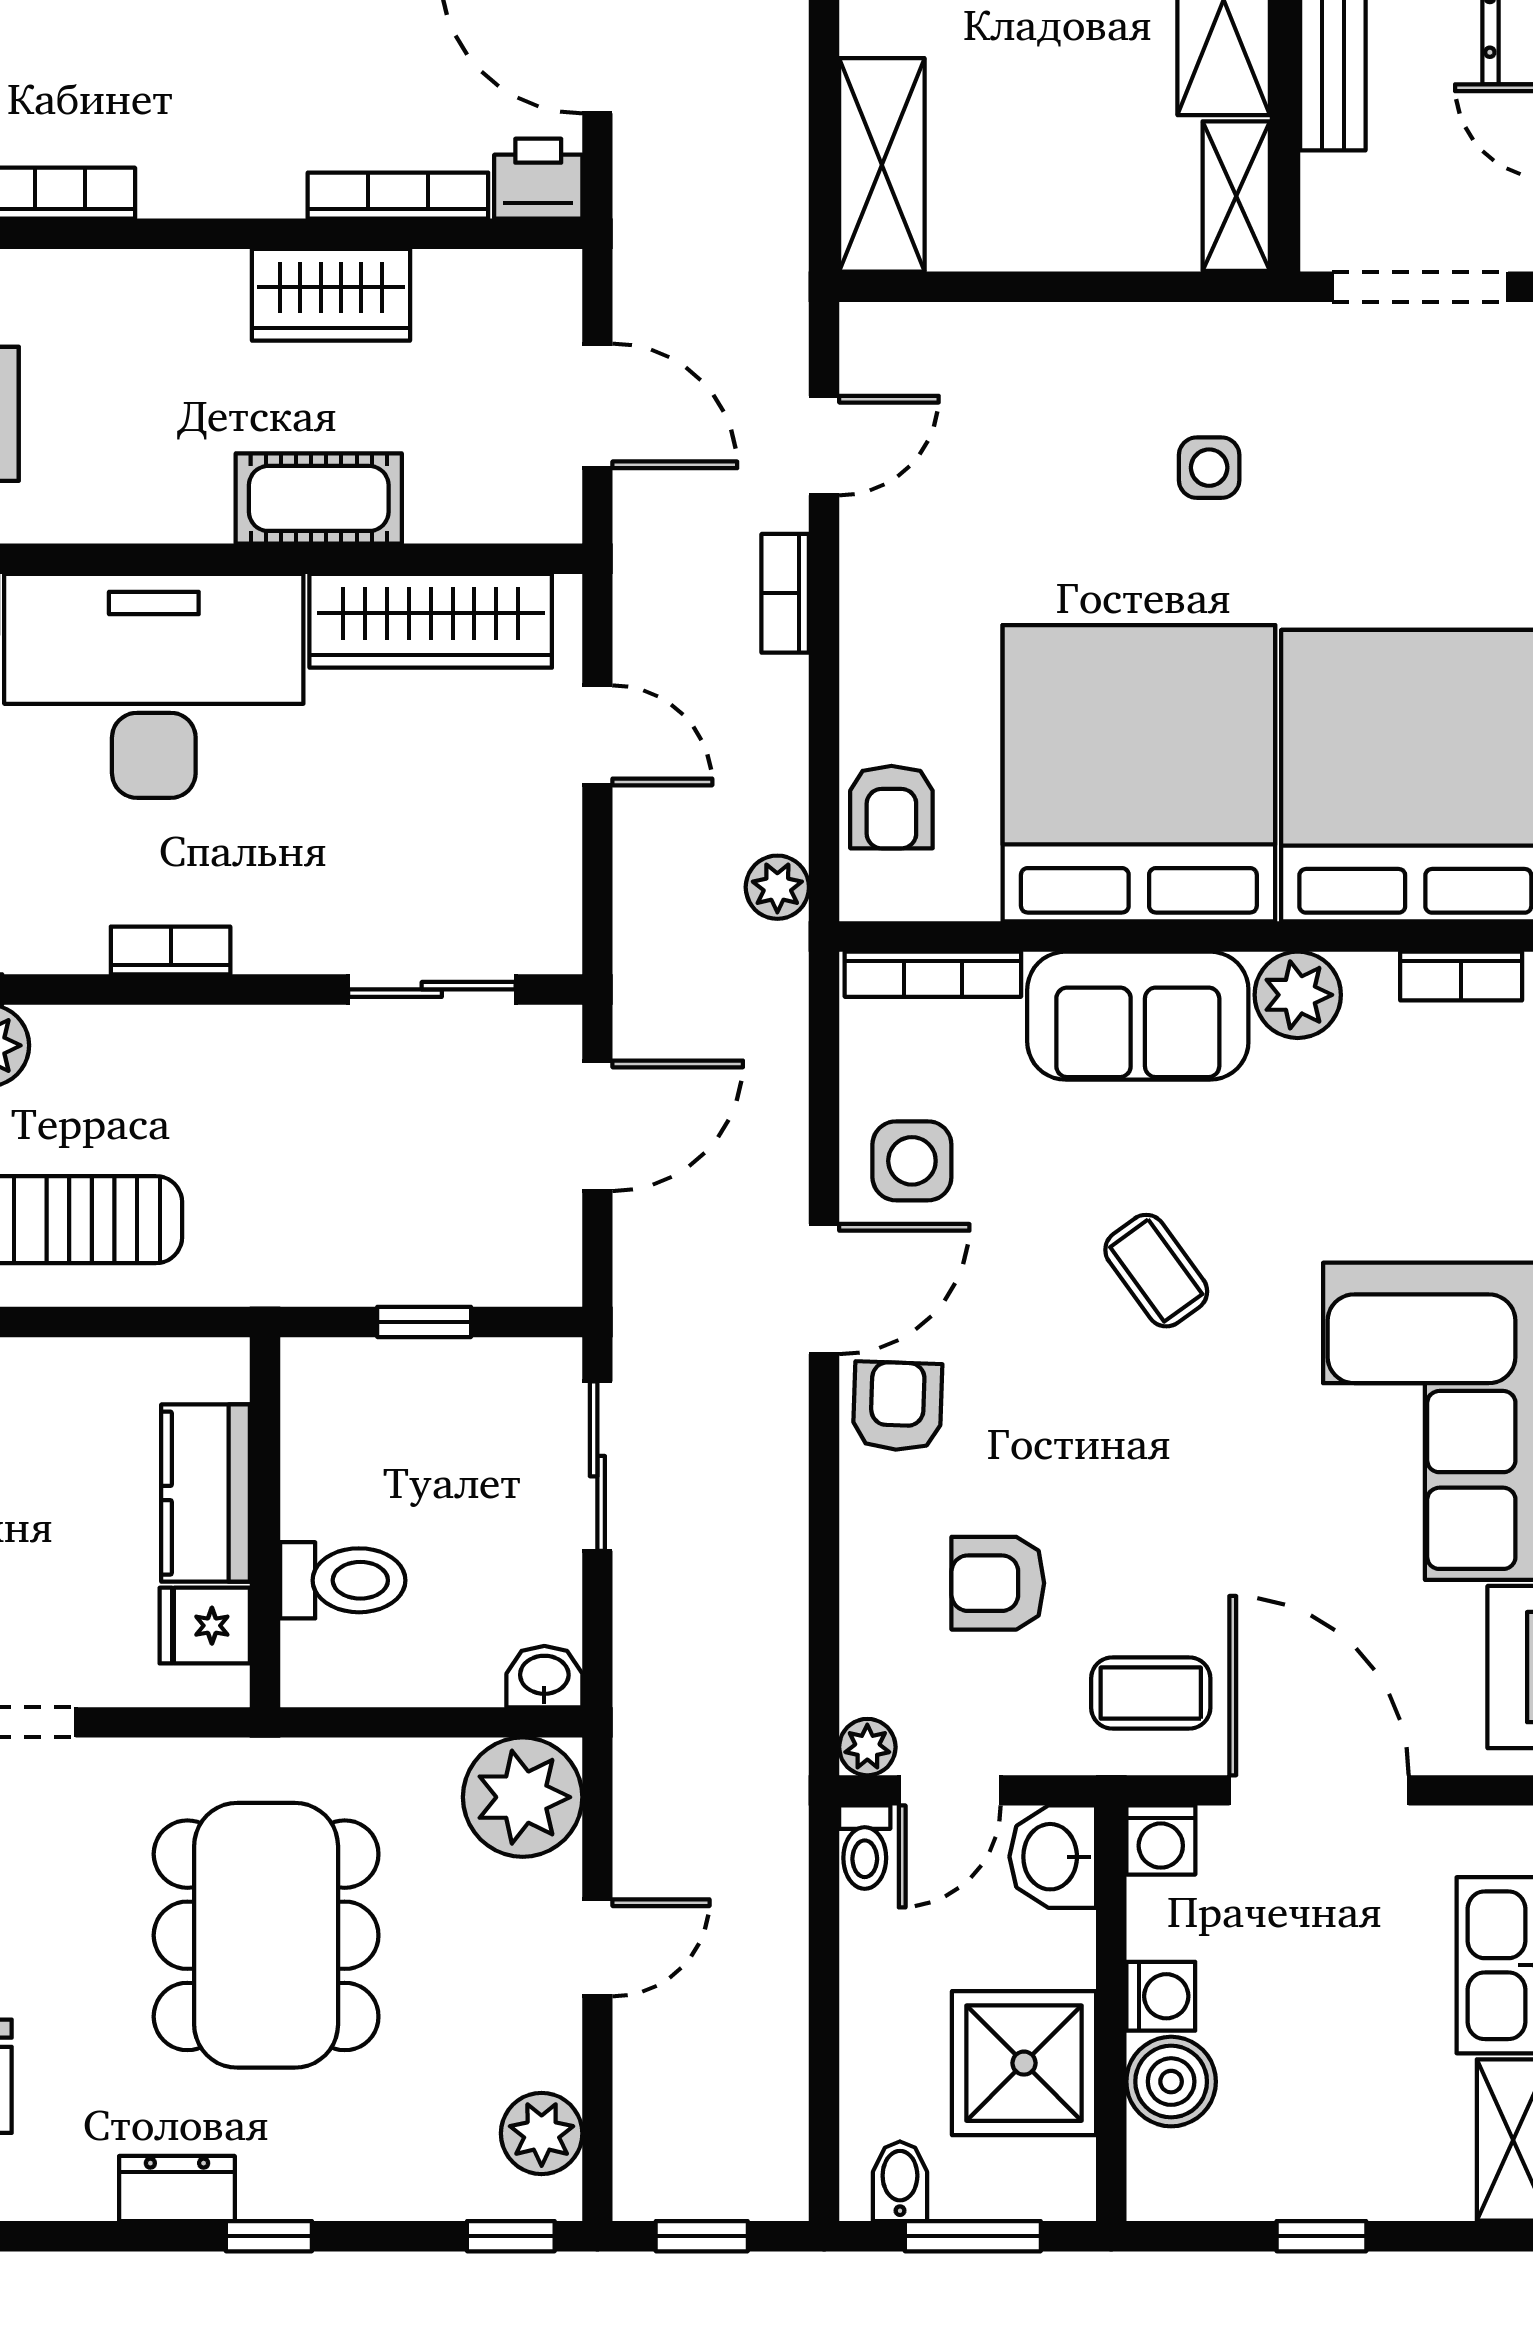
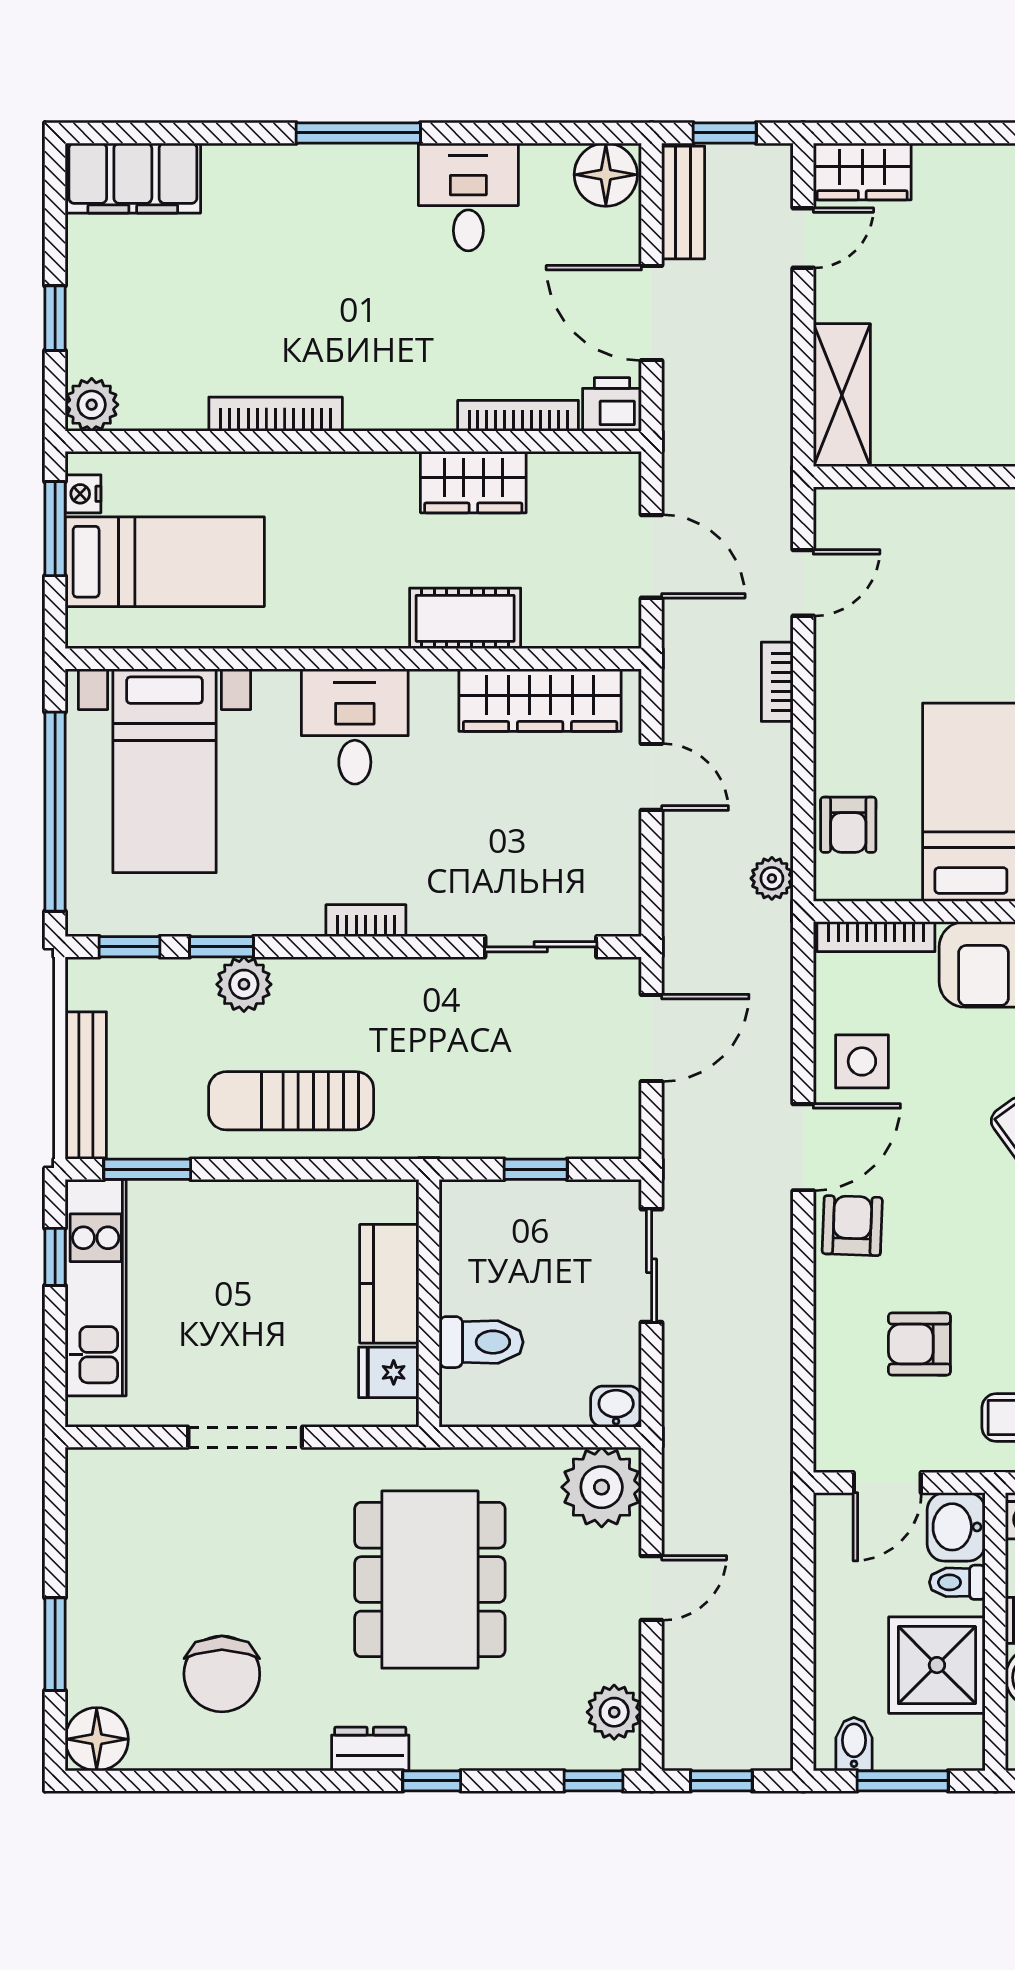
desk: (154, 686) -> (355, 726), width x0.53, depth x0.77
plant: (867, 1747) -> (832, 1454), removed
toilet: (865, 1847) -> (957, 1582), moved, turned 90

